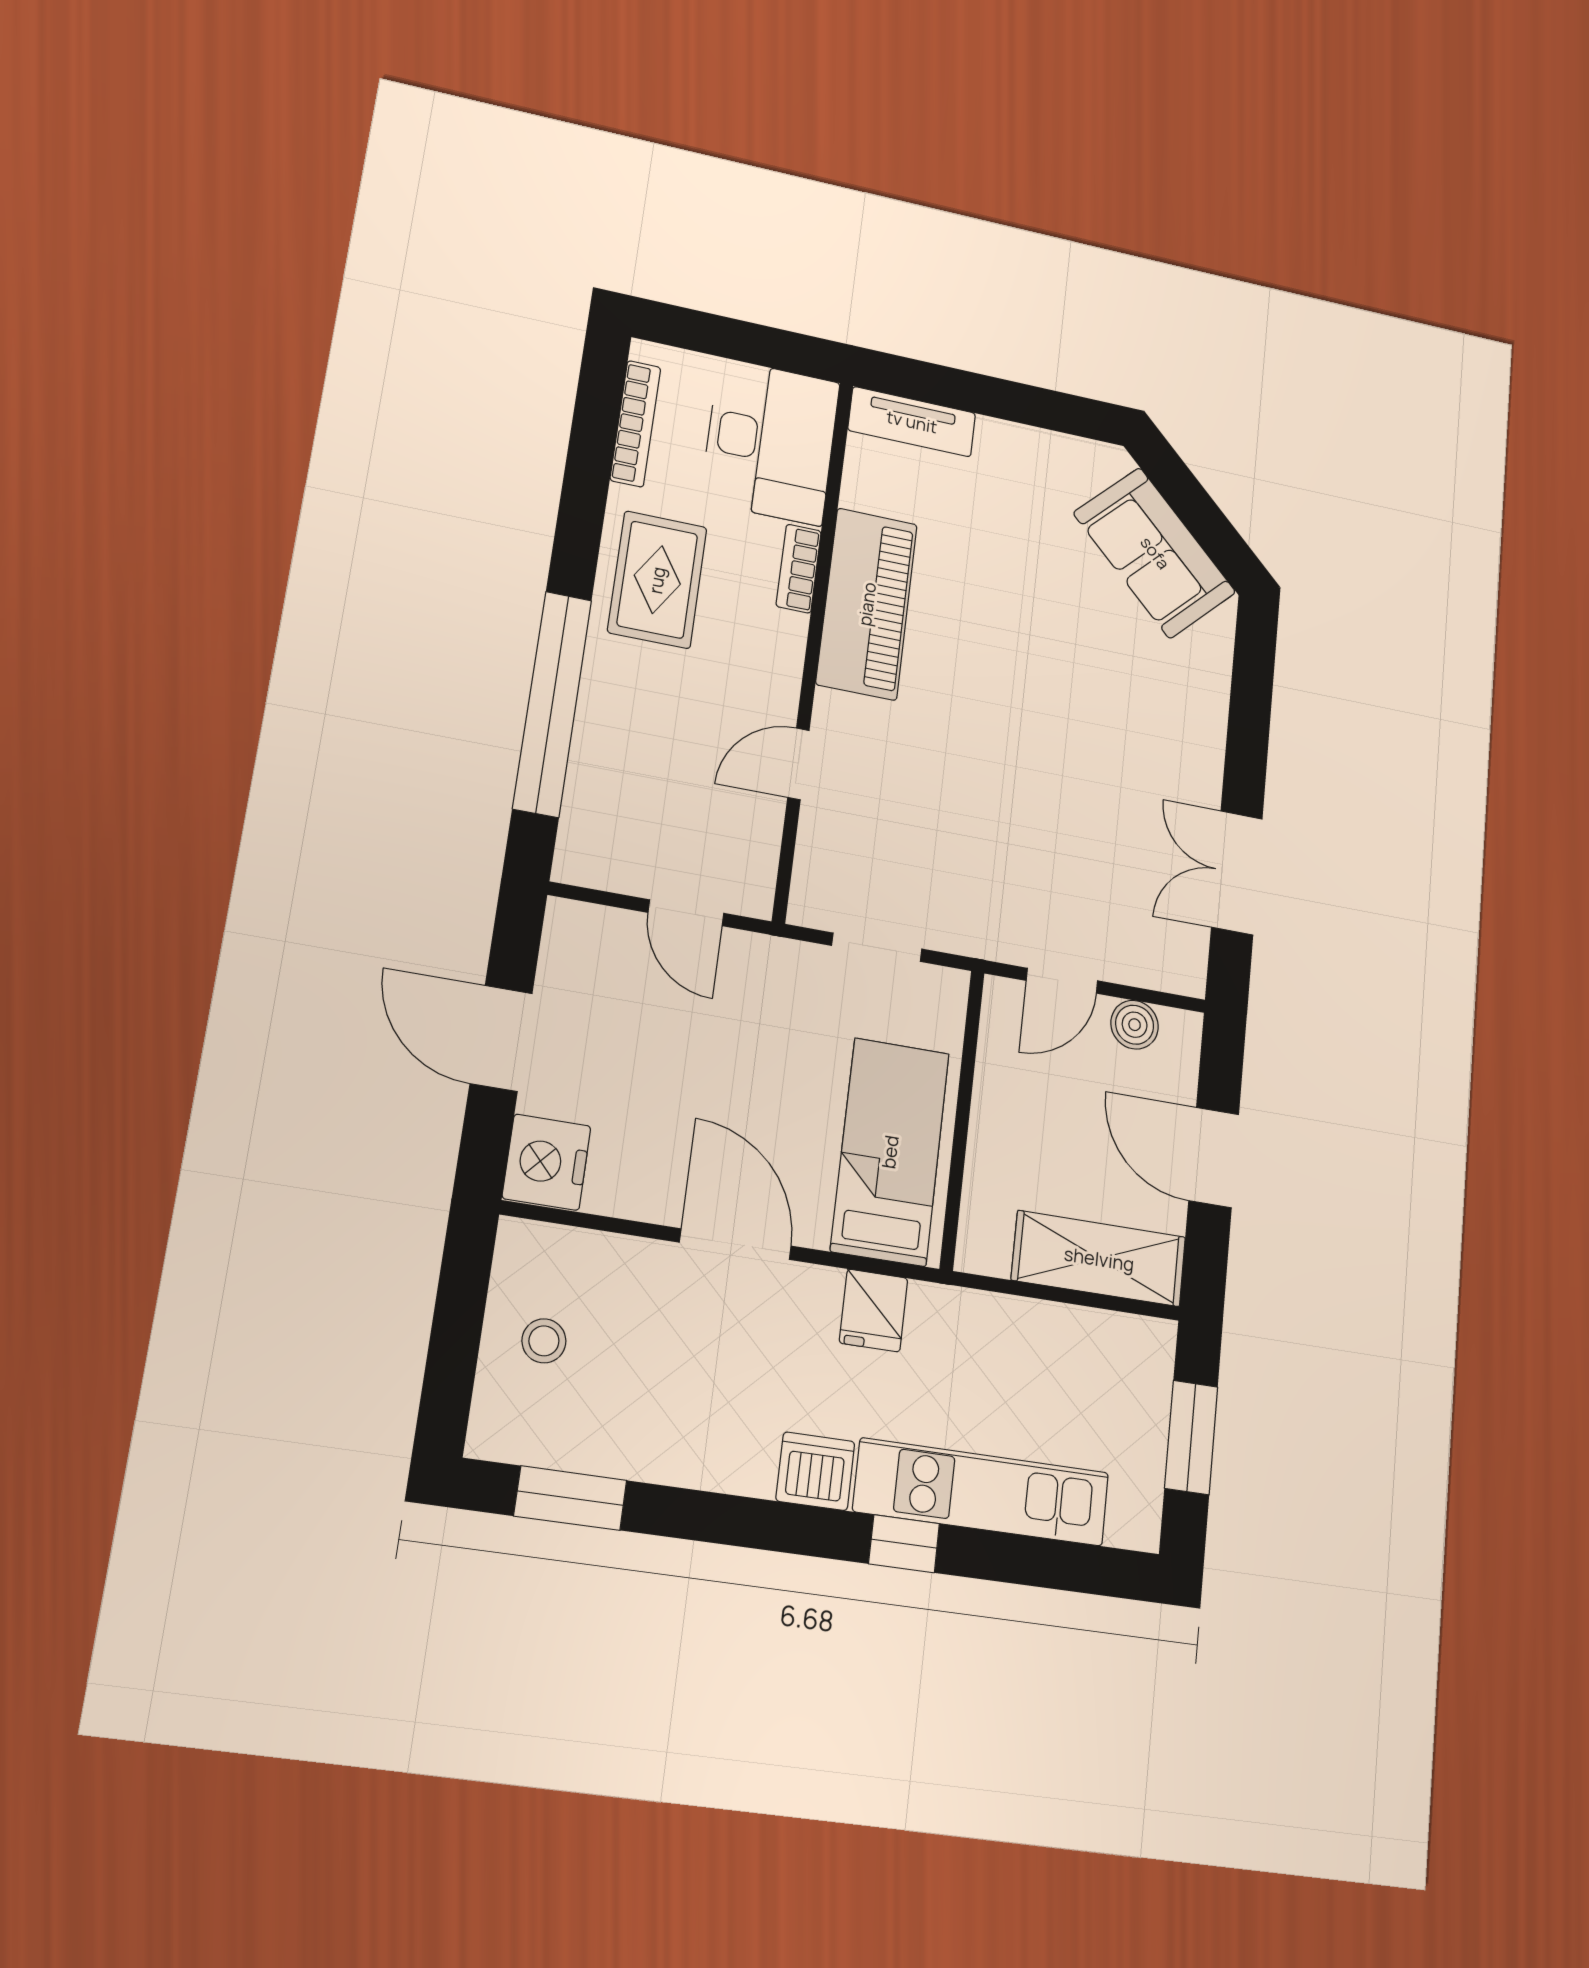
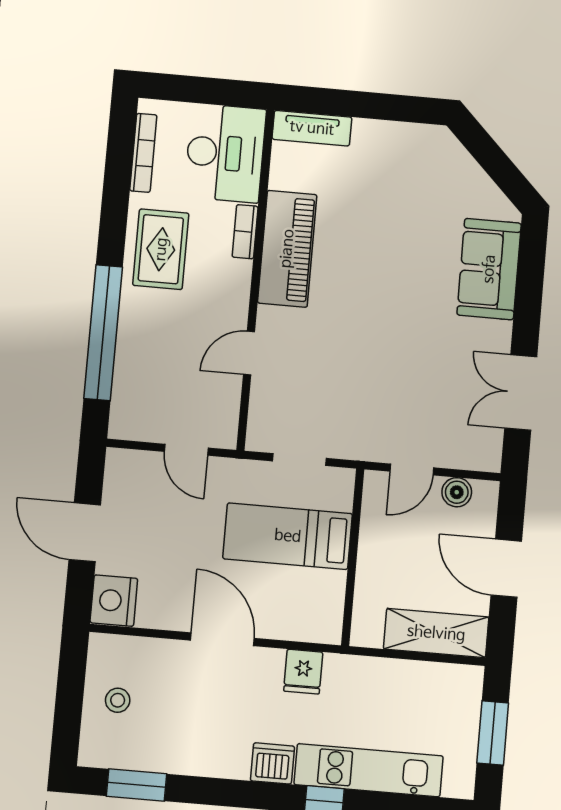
sofa: (1155, 553) -> (489, 269), moved, turned 45
bed: (890, 1152) -> (288, 536), moved, turned -90

